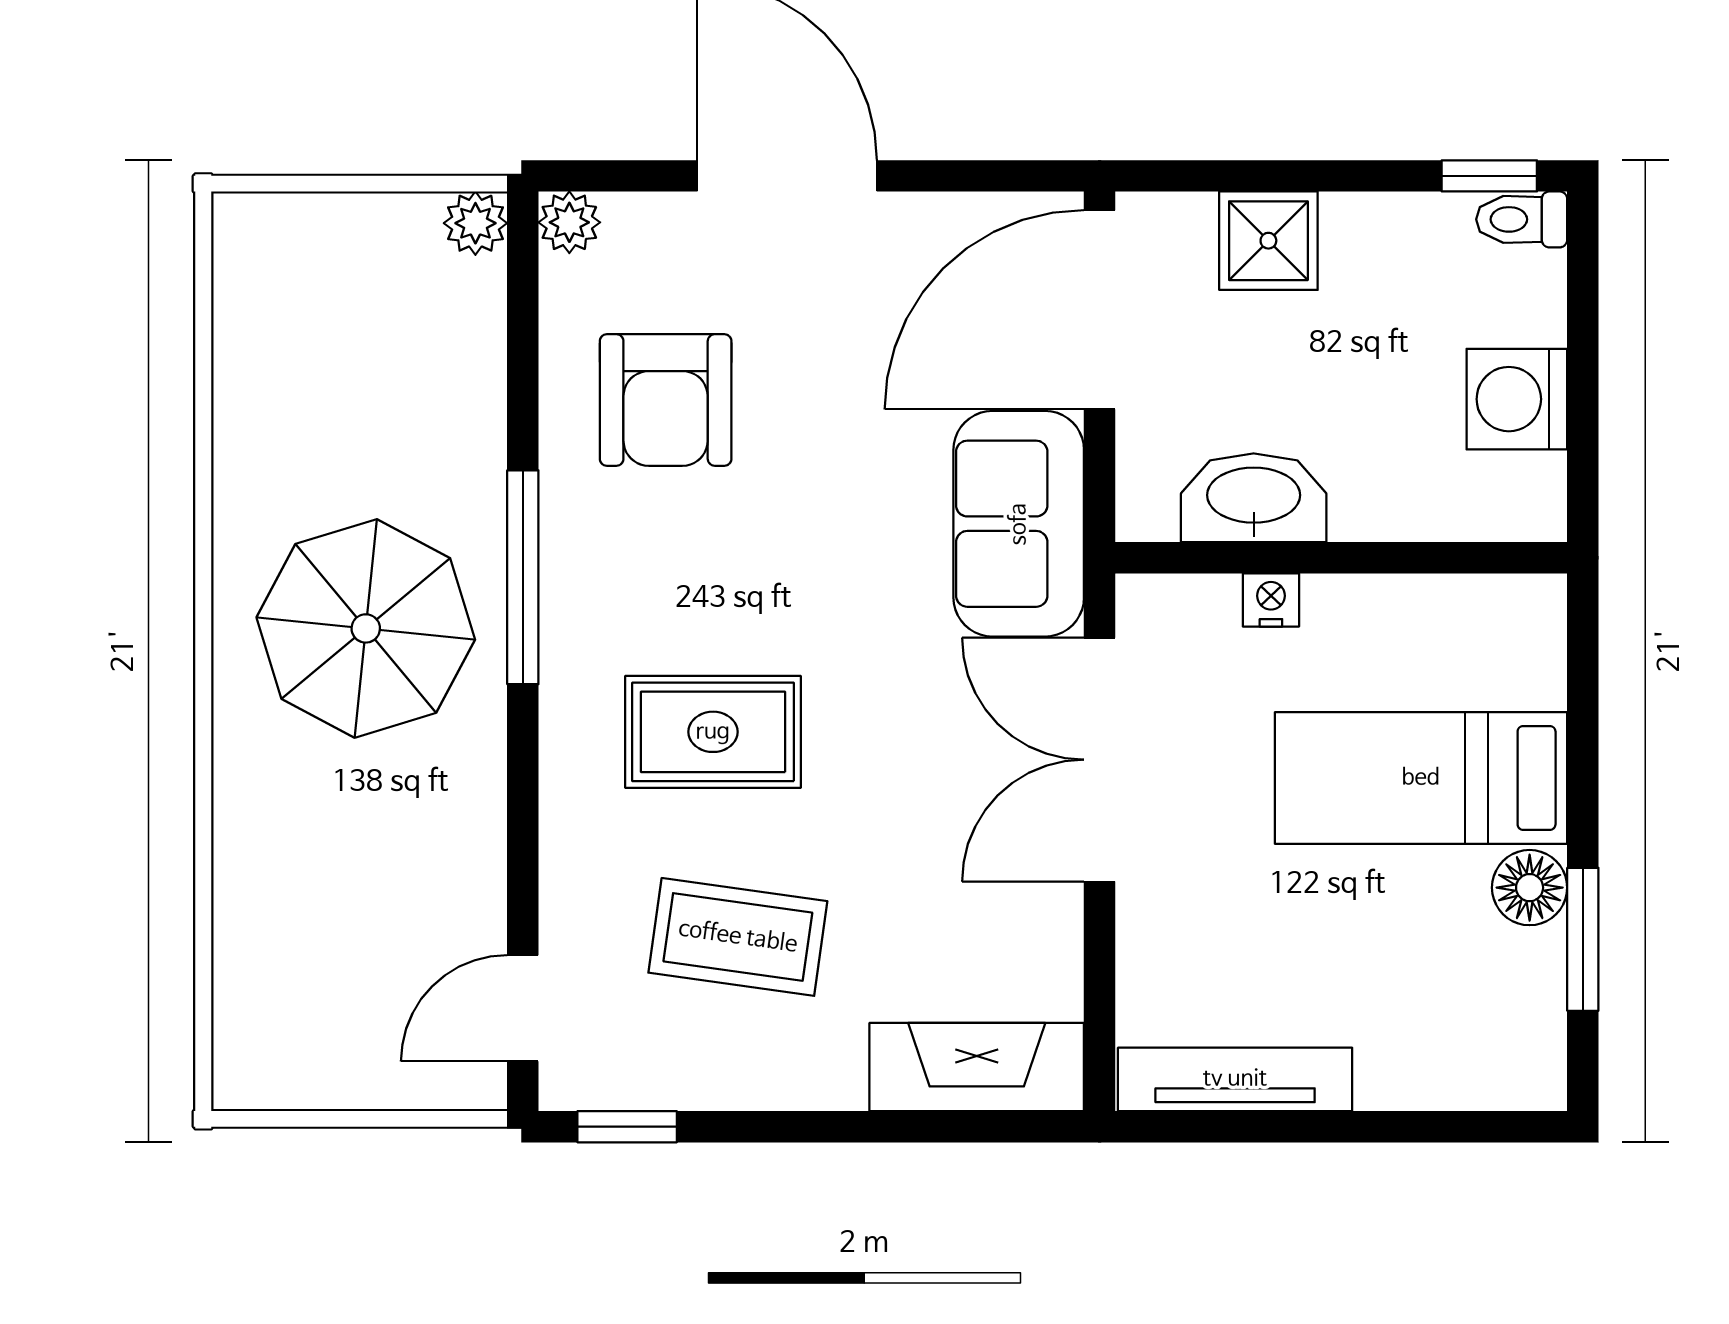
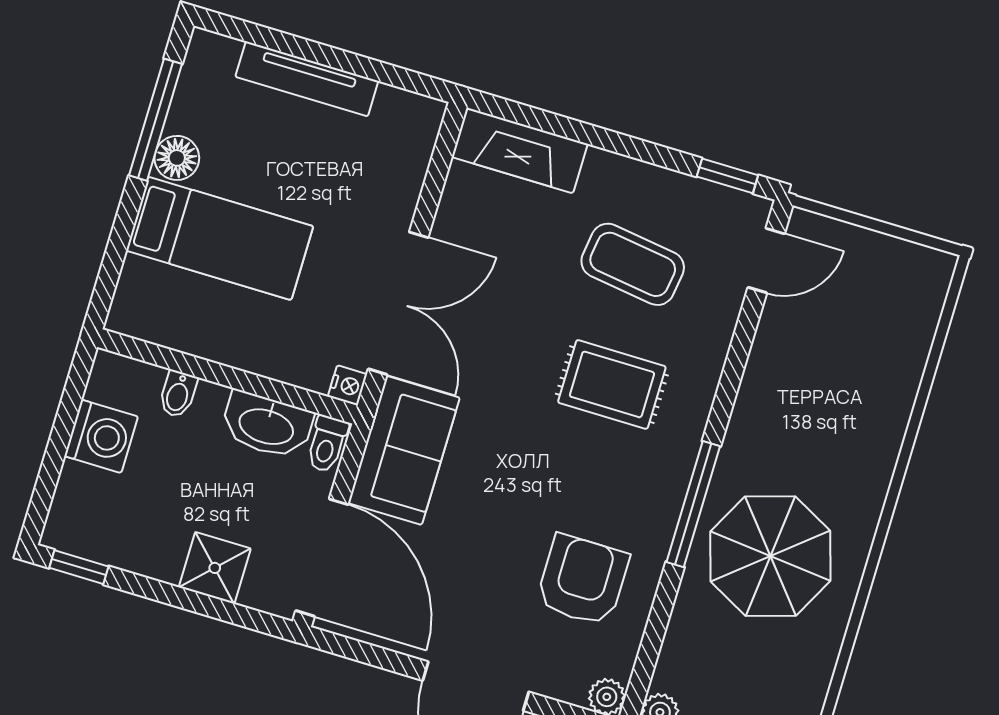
toilet: (1522, 219) -> (327, 444), moved, turned 90
door: (1100, 310) -> (322, 558), hinge flipped
bidet: (1413, 505) -> (178, 394), added
nightstand: (1271, 600) -> (347, 385), moved, turned -90
parasol: (366, 628) -> (770, 556), moved
window: (1583, 939) -> (156, 120), width x1.44
tv unit: (1235, 1079) -> (307, 79), moved

